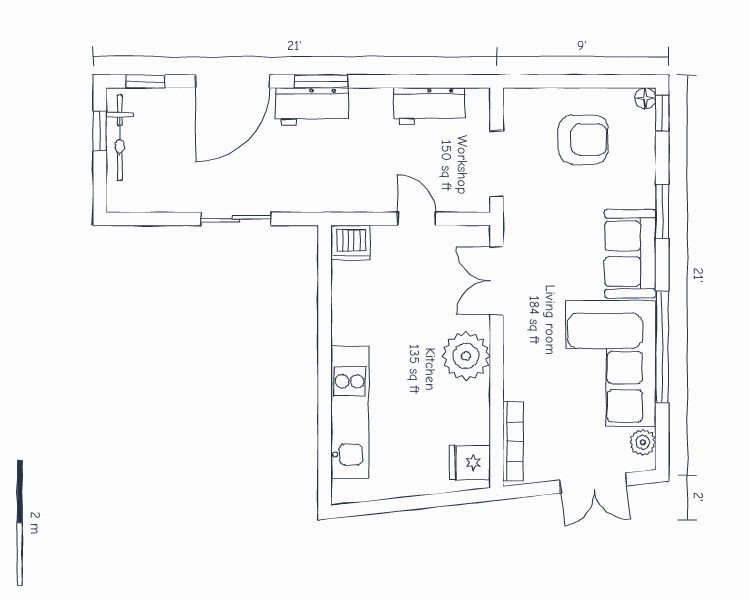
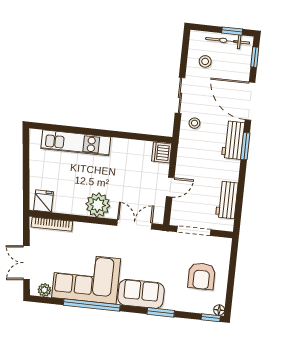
stool: (165, 177) -> (205, 61), added
stool: (287, 185) -> (194, 123), added

